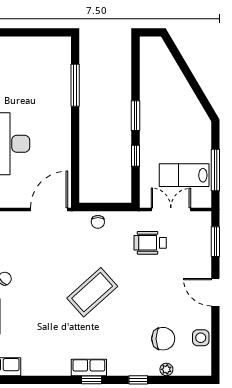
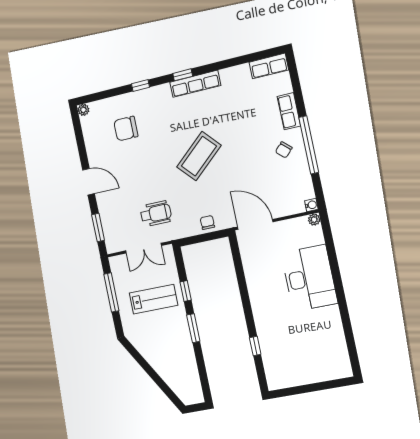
window: (75, 85) -> (255, 346), width x0.46
lab bench: (184, 175) -> (154, 299), moved
door: (49, 209) -> (255, 224), swing flipped
side table: (201, 338) -> (93, 138), removed
row of seats: (89, 367) -> (195, 84), width x1.48
plant: (166, 369) -> (83, 110), moved

